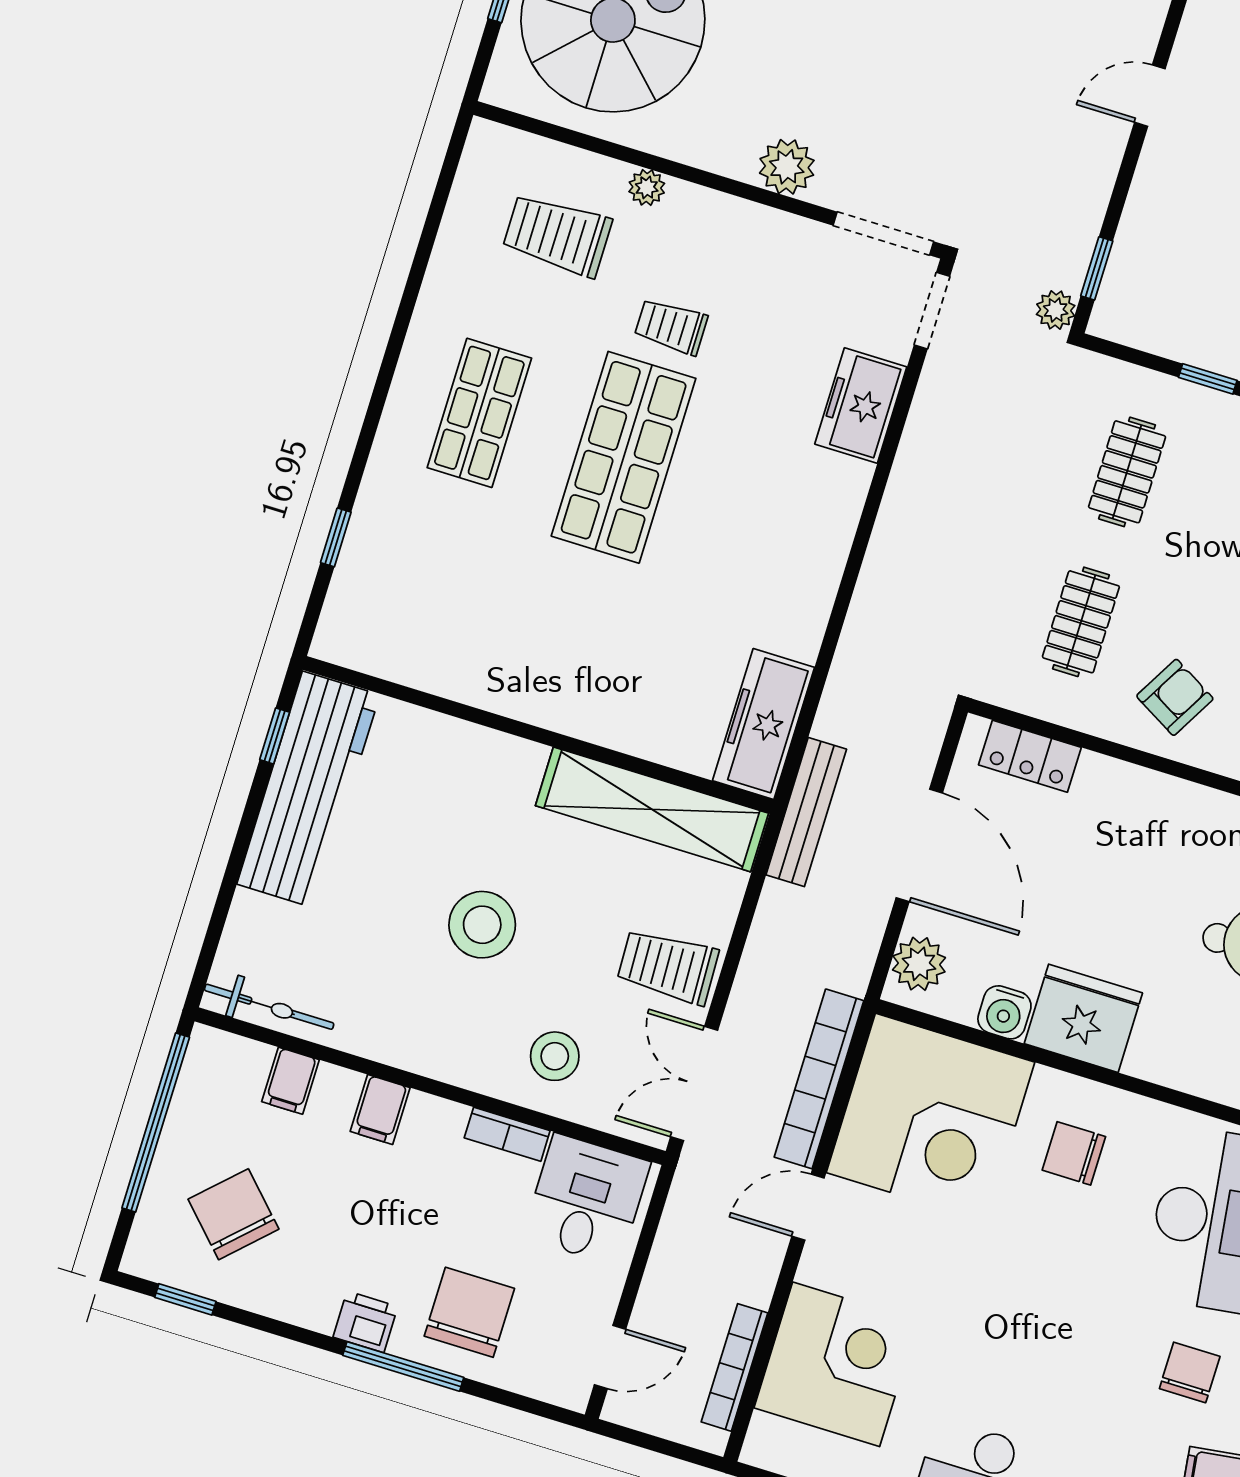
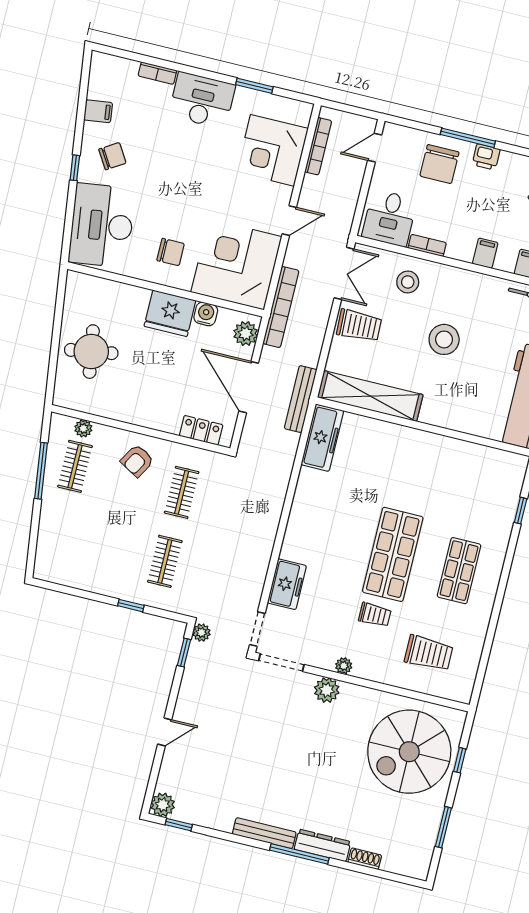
plant: (647, 187) -> (344, 666), moved
bookcase: (819, 1079) -> (281, 307), moved
chair: (1190, 1372) -> (112, 156), turned -122

